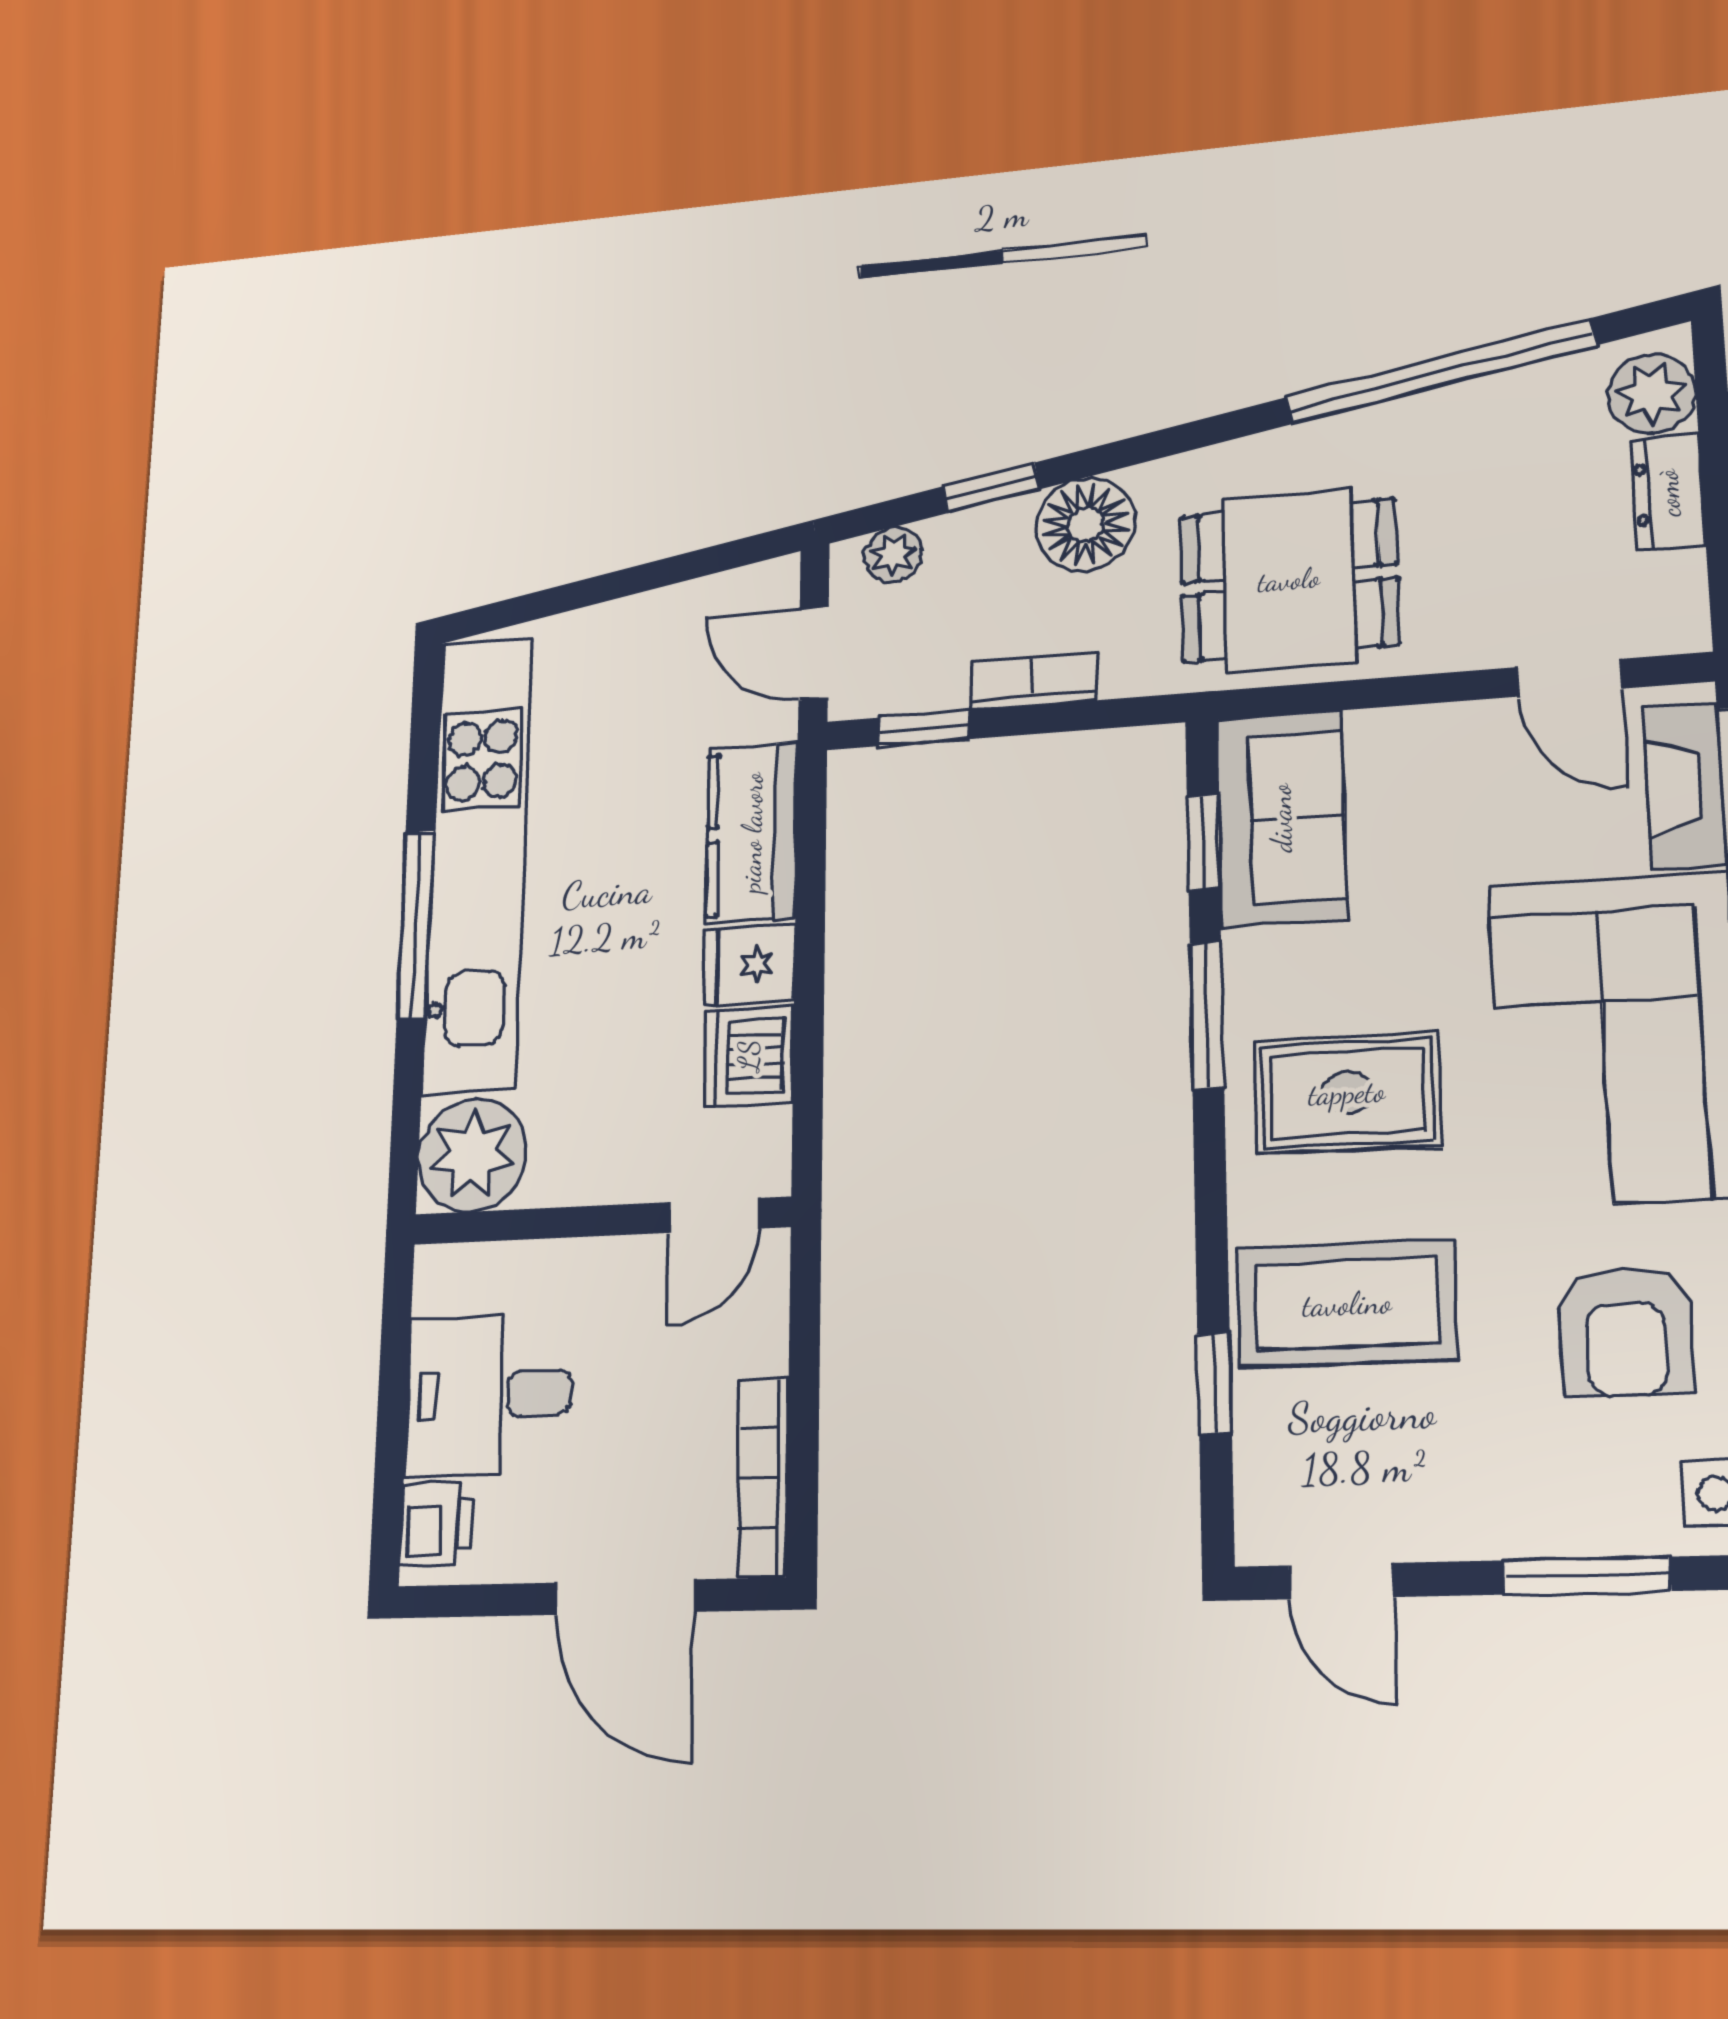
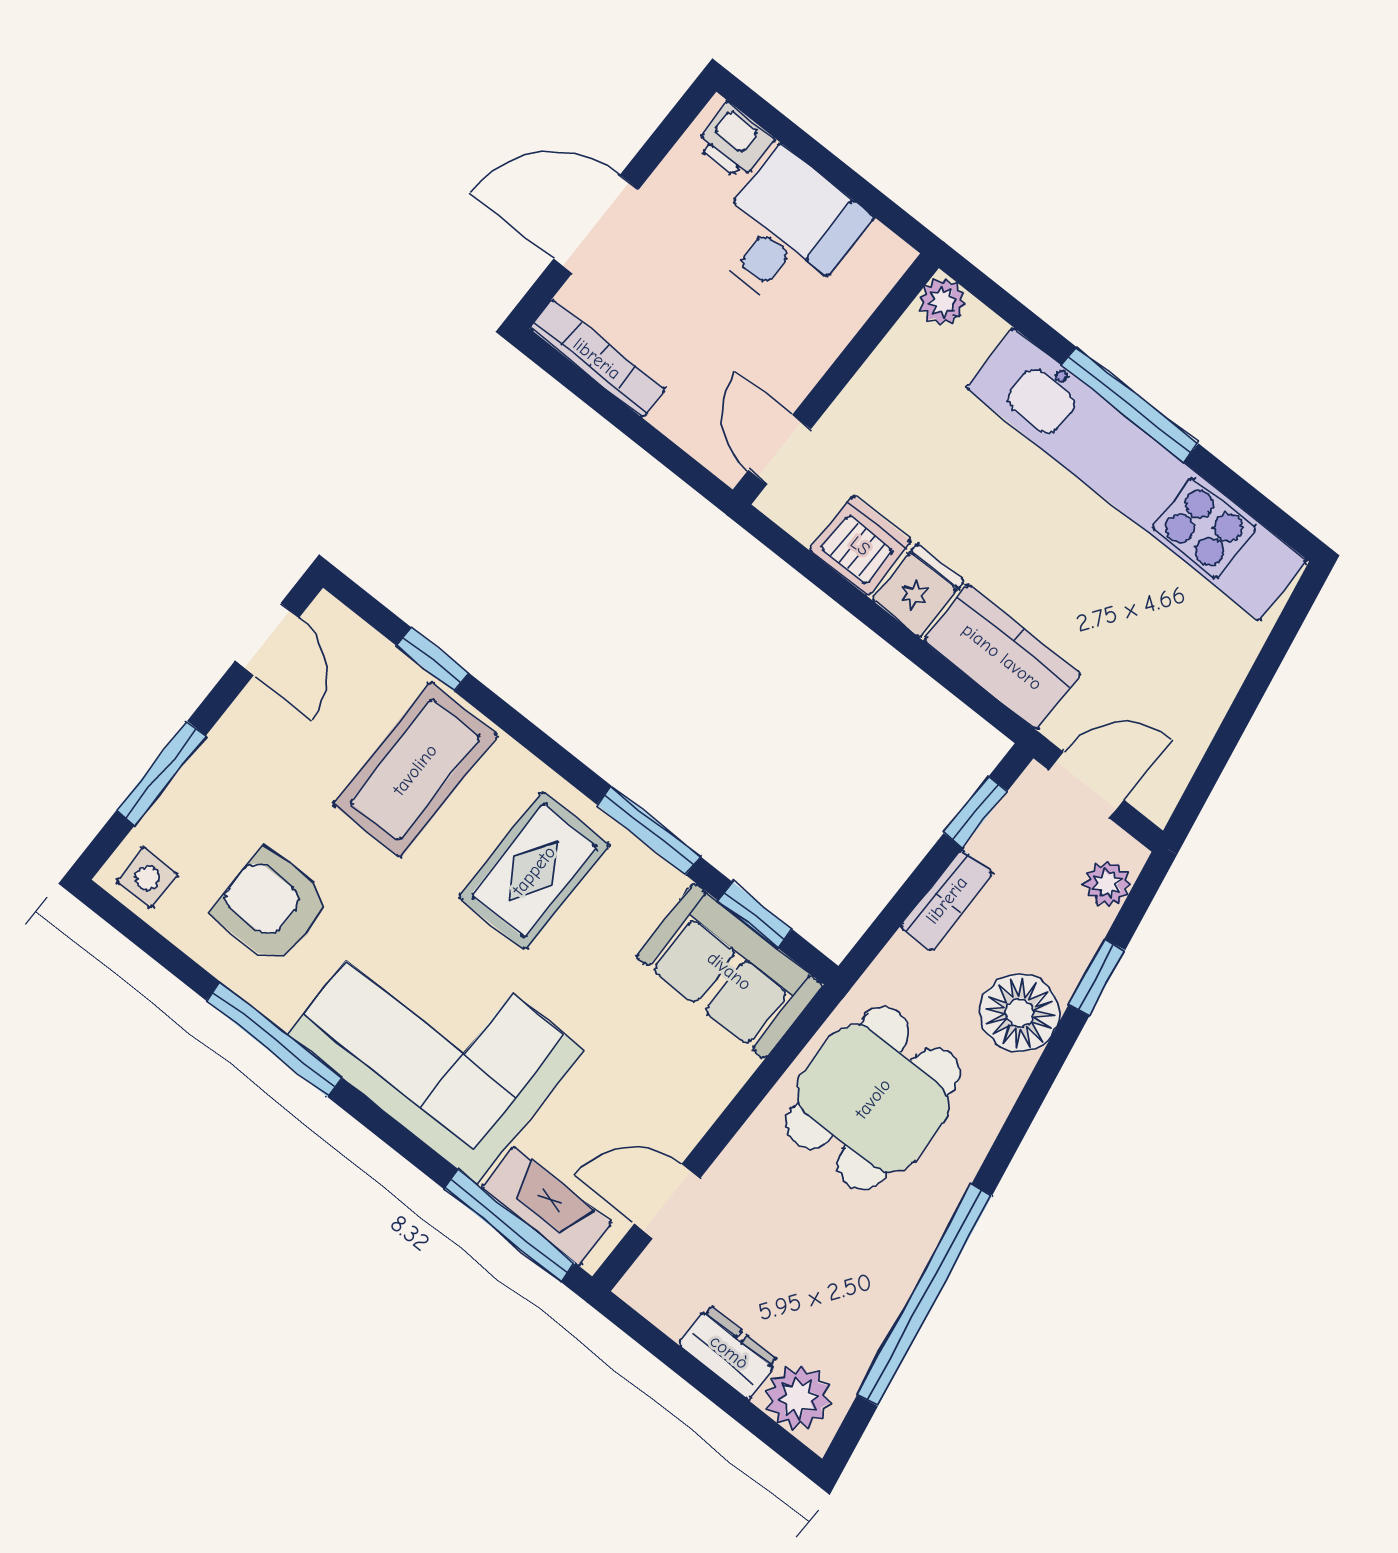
plant: (472, 1155) -> (943, 301), width x0.53, depth x0.53
door: (1341, 1581) -> (267, 639), swing flipped

